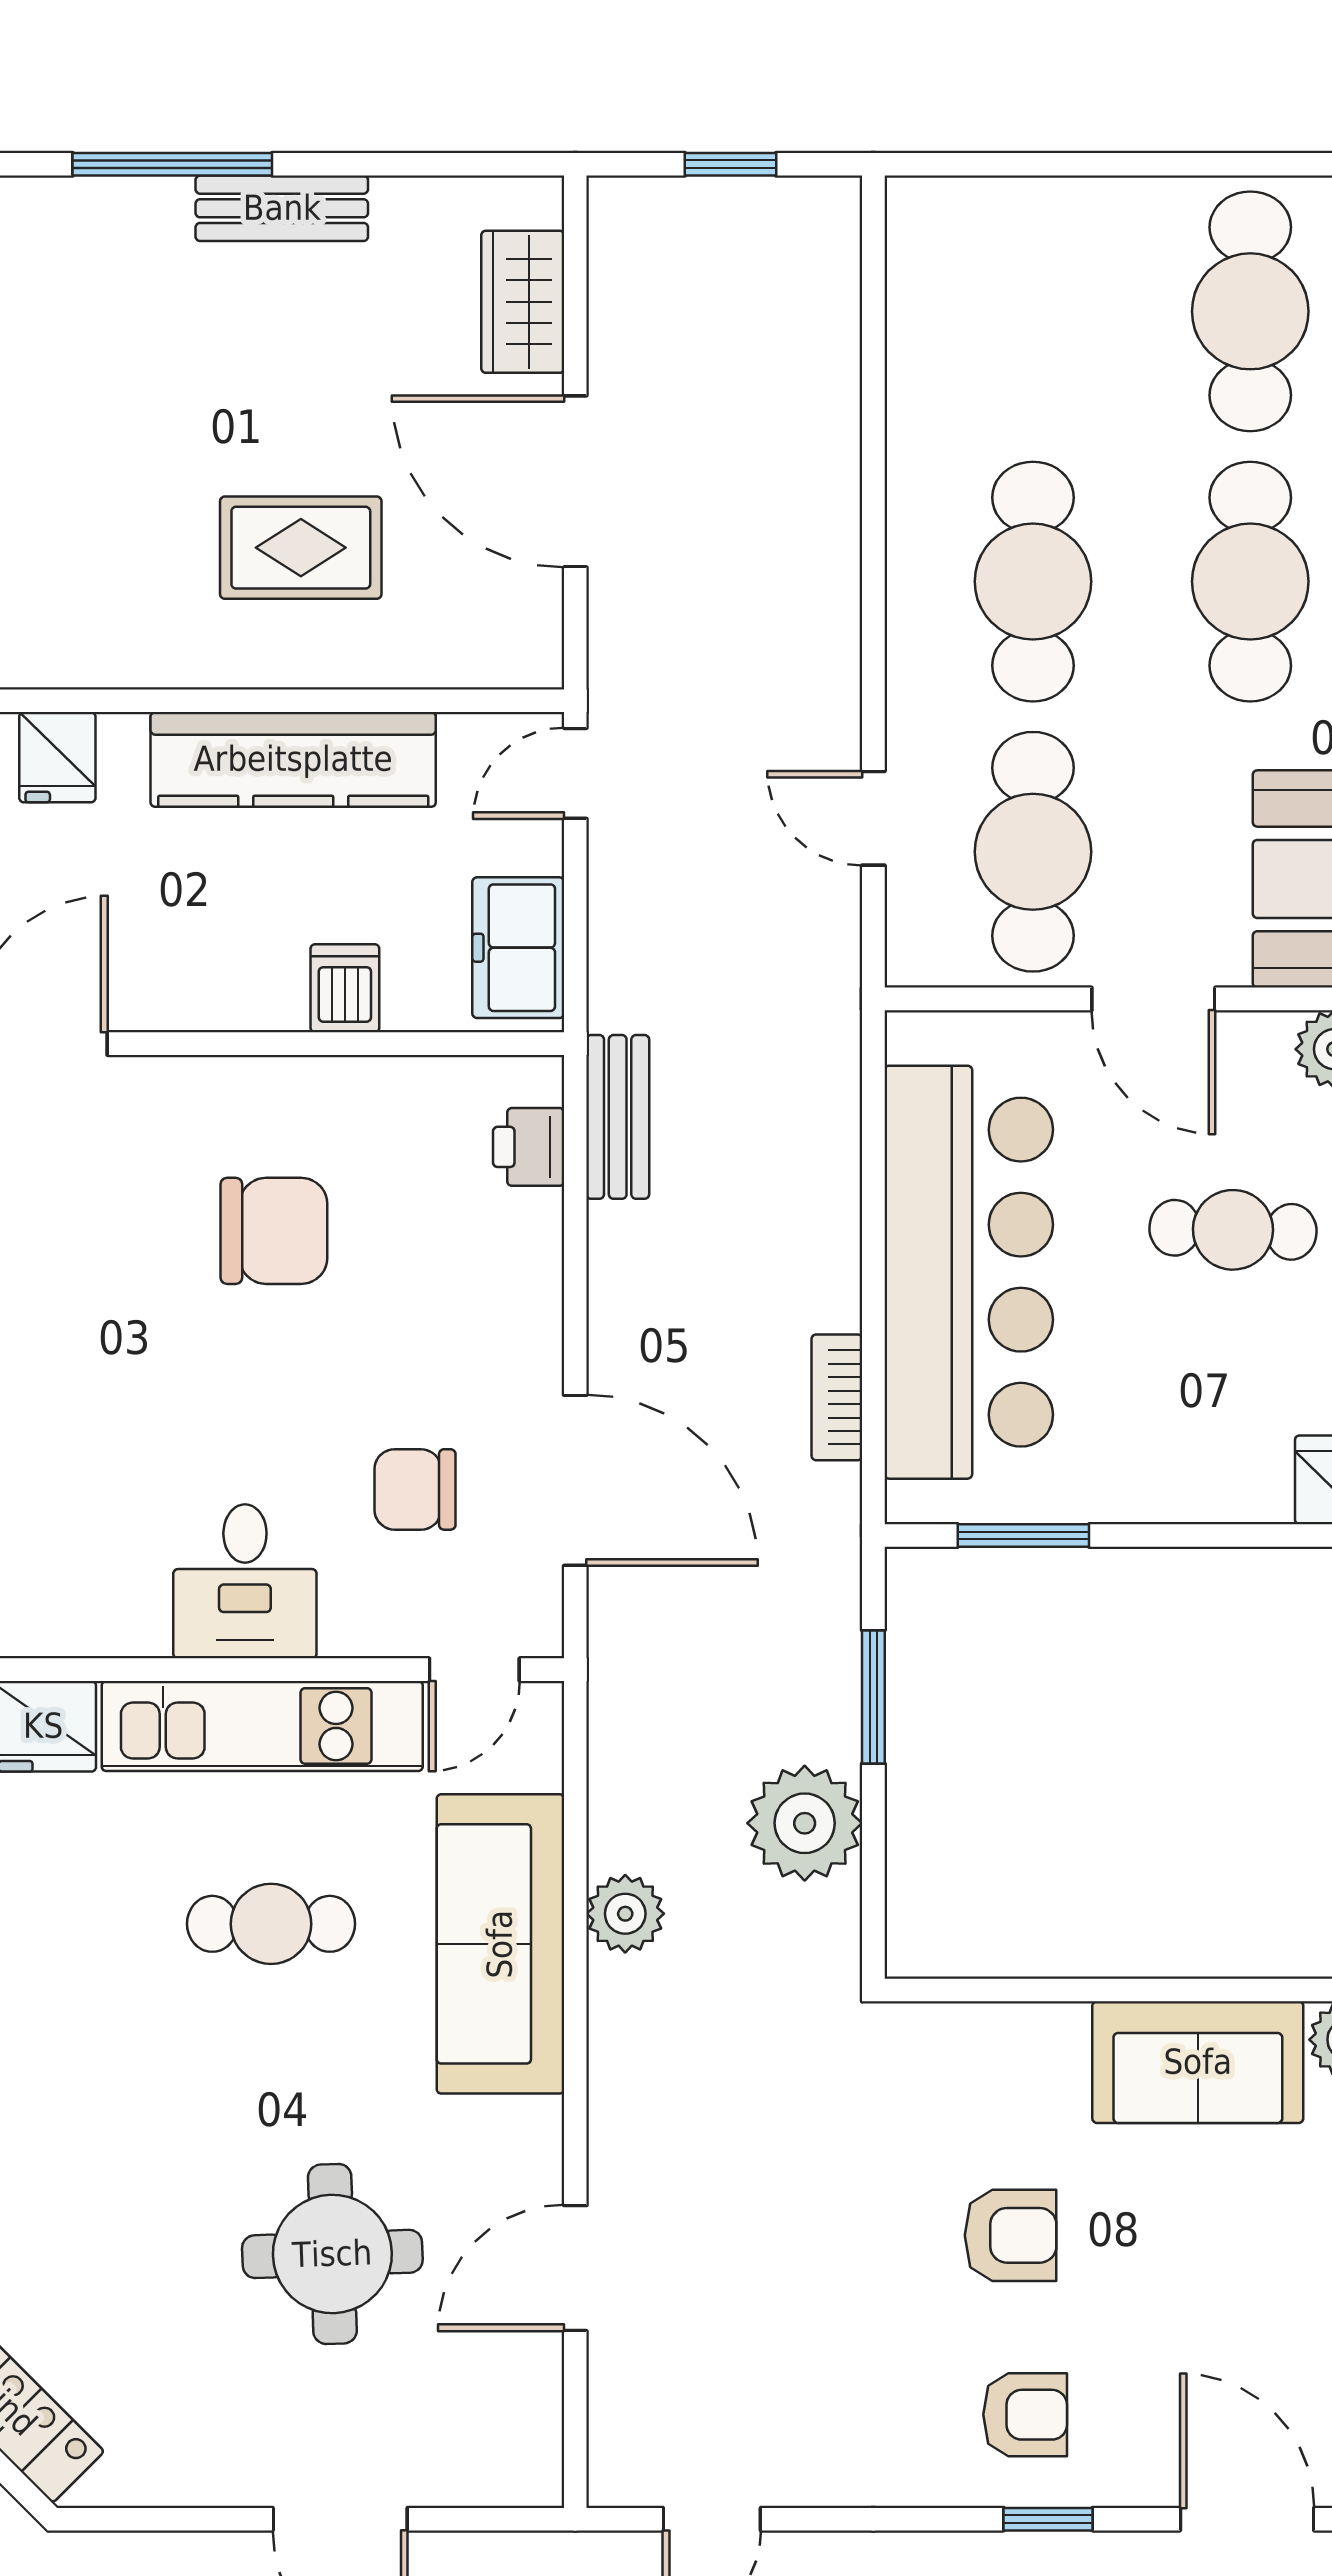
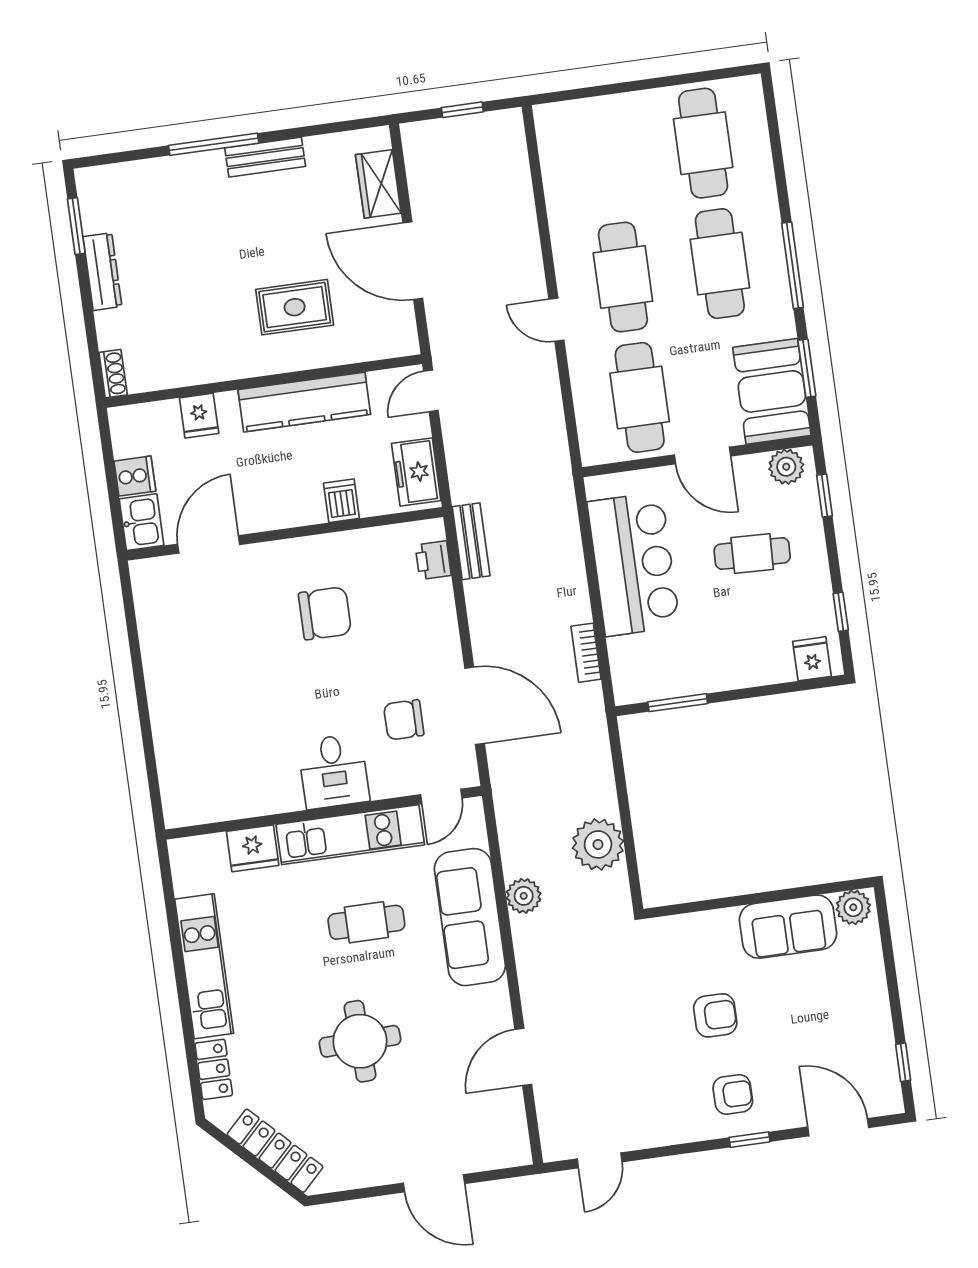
door: (873, 818) -> (556, 320), moved
bar counter: (969, 1272) -> (634, 564), width x0.73
window: (873, 1697) -> (621, 784), removed
round table: (332, 2254) -> (360, 1041), moved

